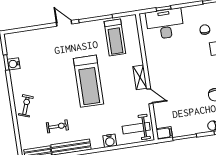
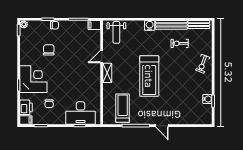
treadmill: (88, 81) -> (149, 76), turned 180
door: (150, 96) -> (102, 57), hinge flipped
weight bench: (136, 128) -> (116, 32), turned 90
water cooler: (110, 141) -> (150, 25), moved

